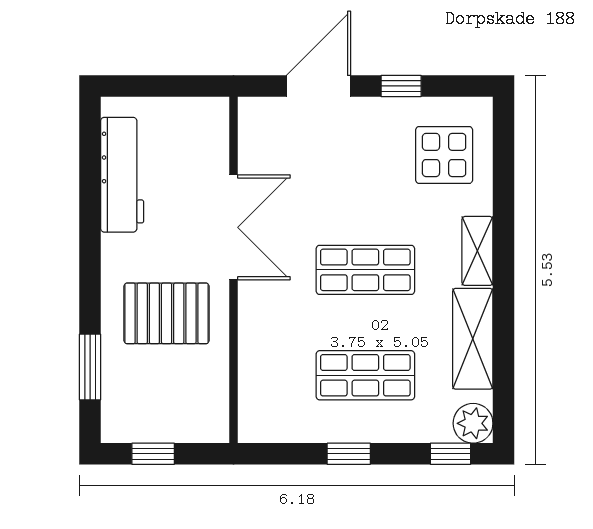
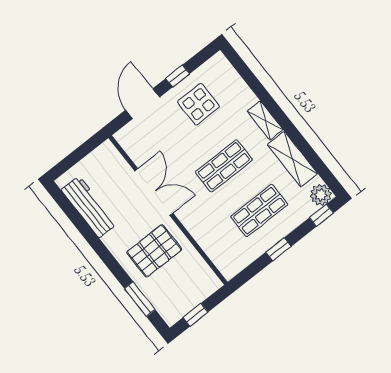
display table: (444, 155) -> (199, 104), moved

